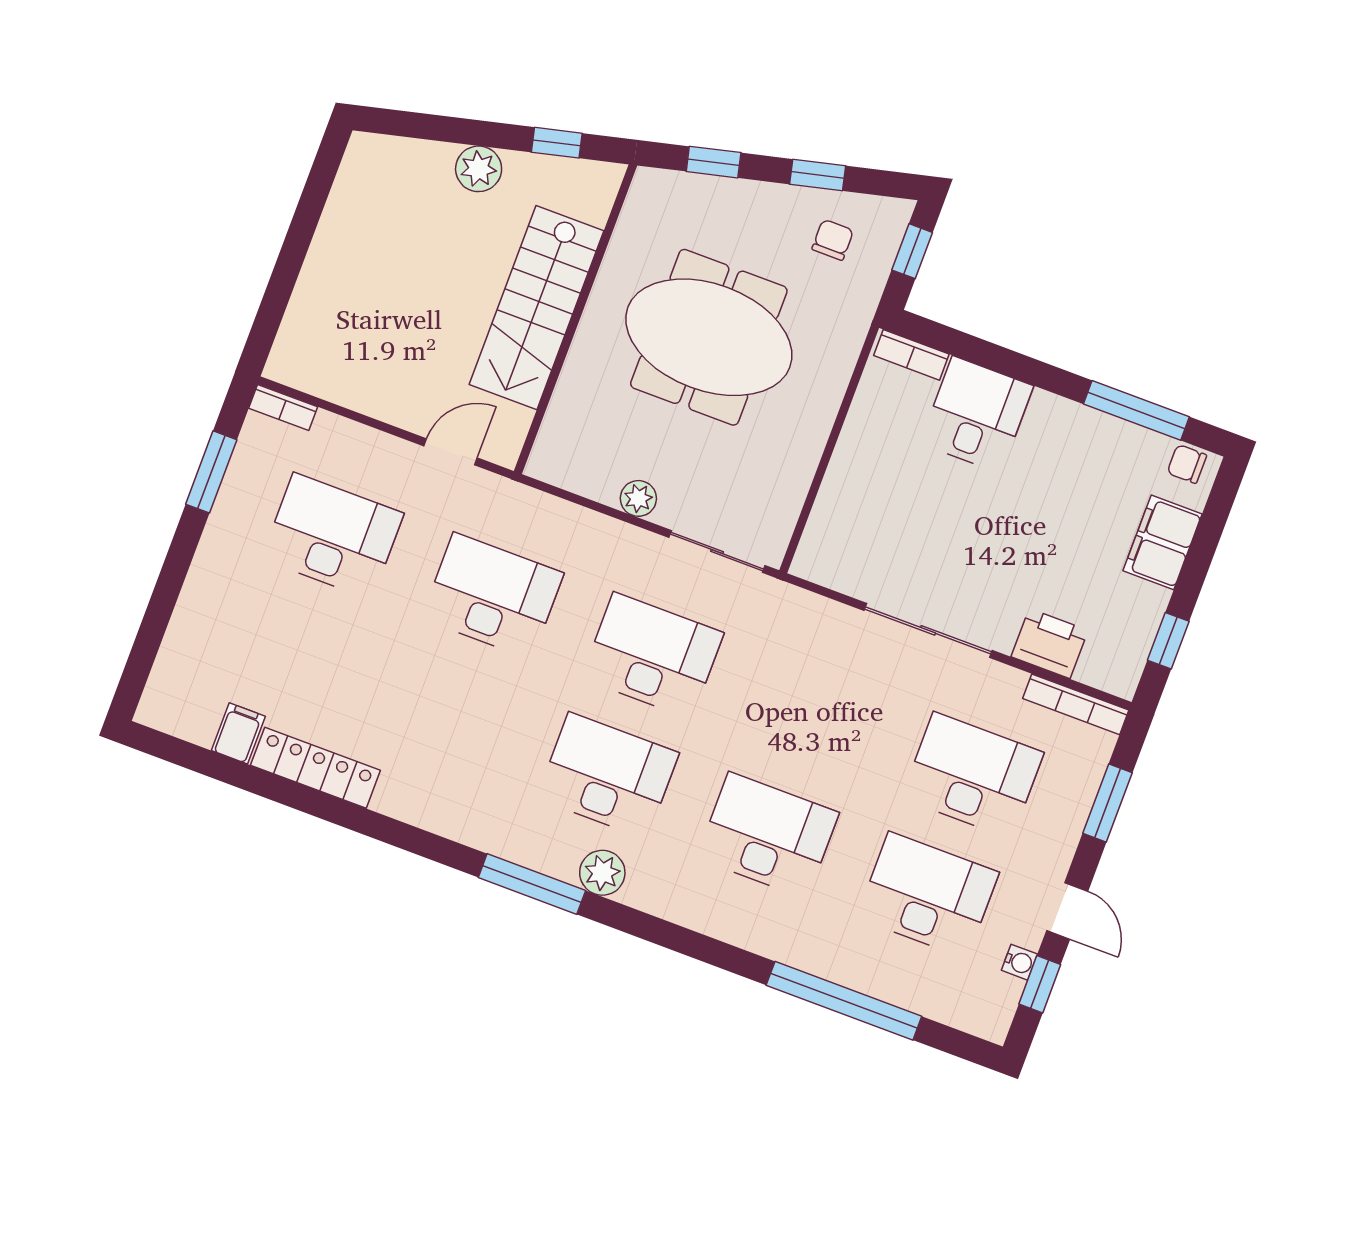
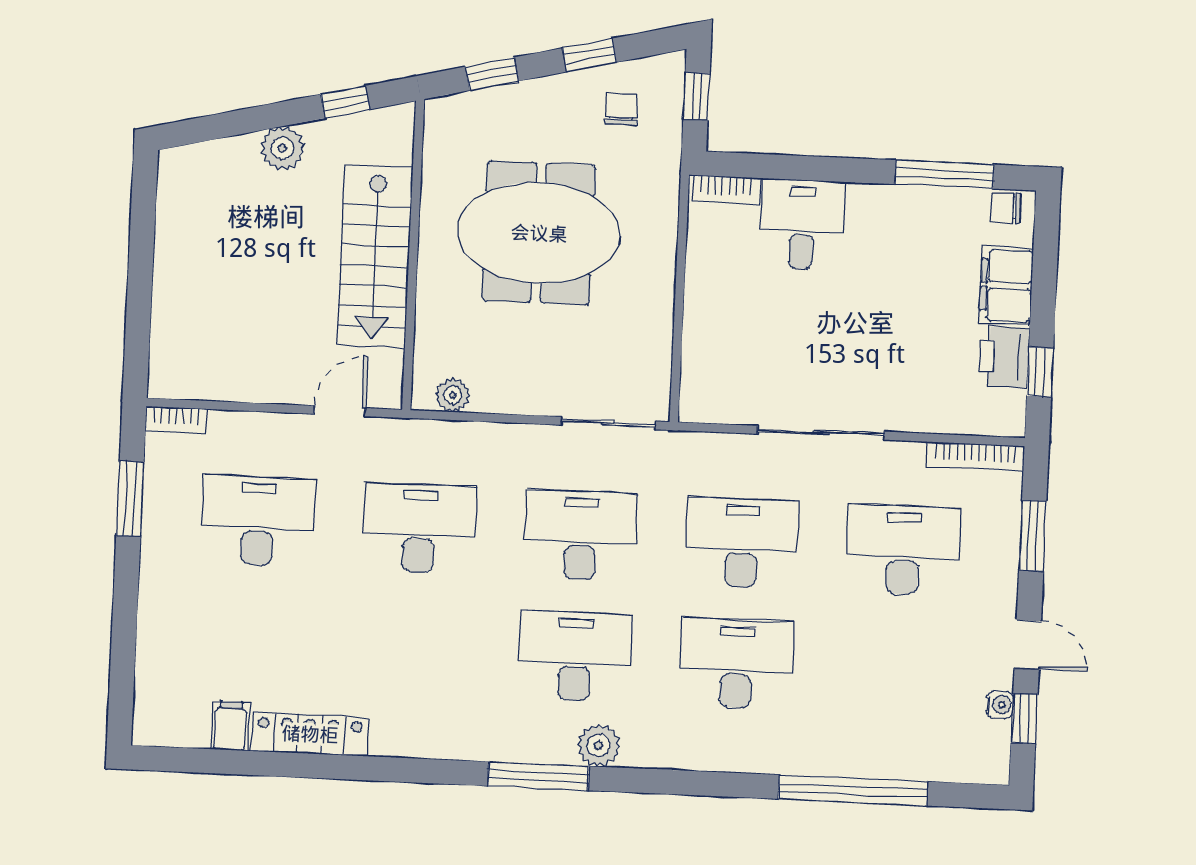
plant: (638, 498) -> (453, 395), moved
printer: (1050, 644) -> (1004, 357), moved, turned -90
desk: (928, 895) -> (742, 543), moved

